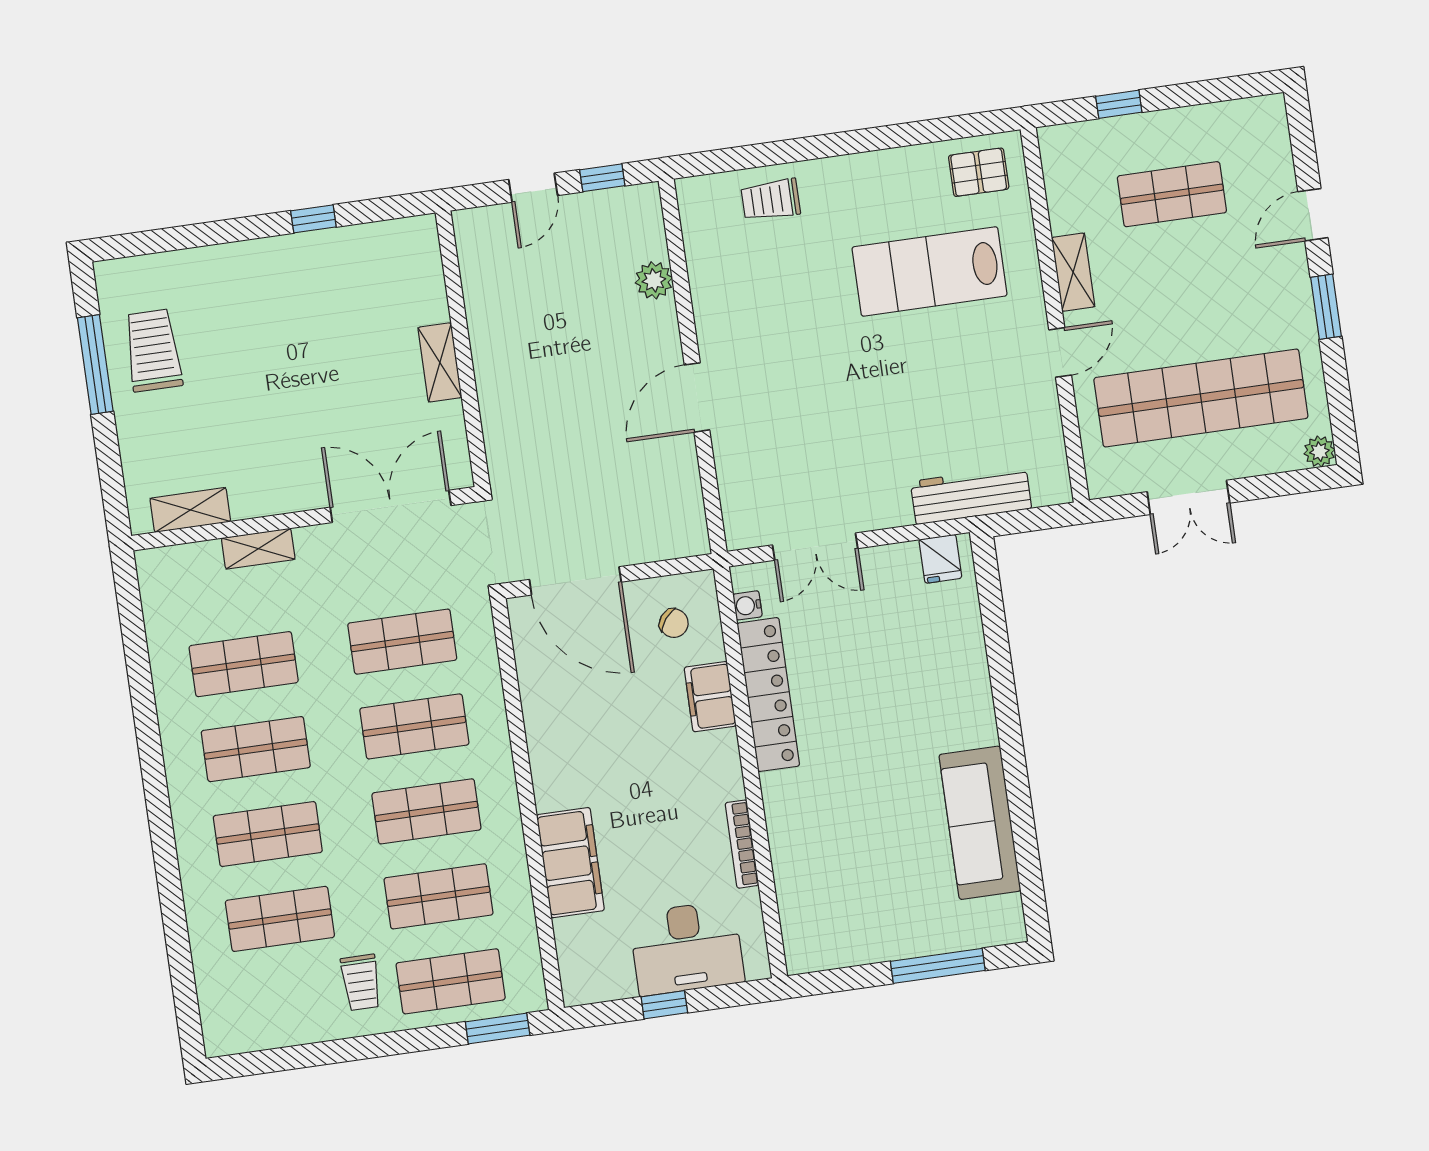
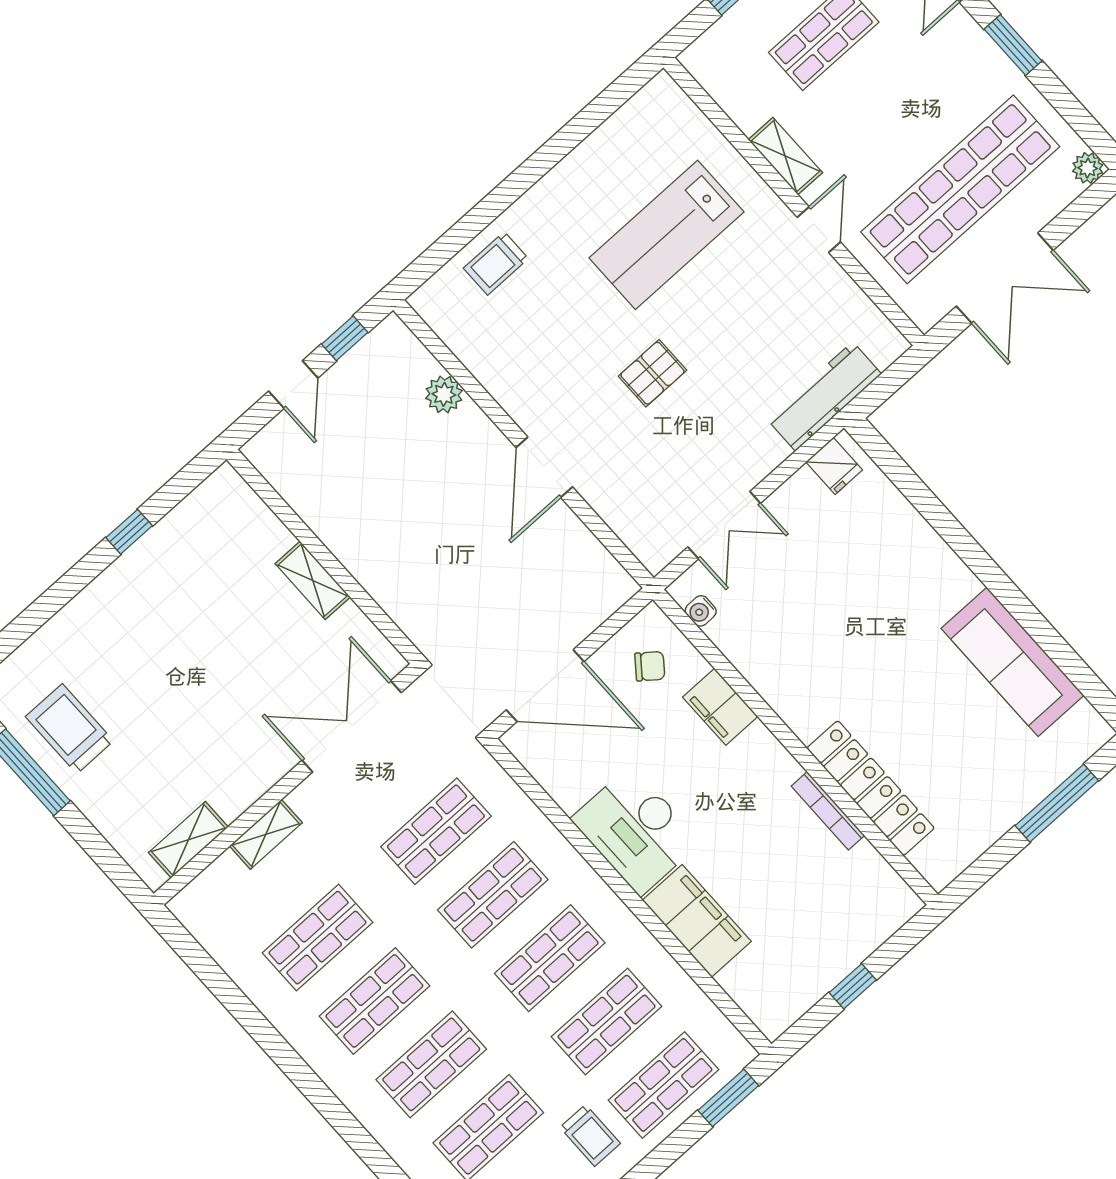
pallet: (979, 172) -> (652, 373), moved
double door: (1188, 497) -> (1005, 278), width x1.37
locker: (768, 695) -> (871, 788), moved
desk: (687, 948) -> (636, 831), moved, turned 90

